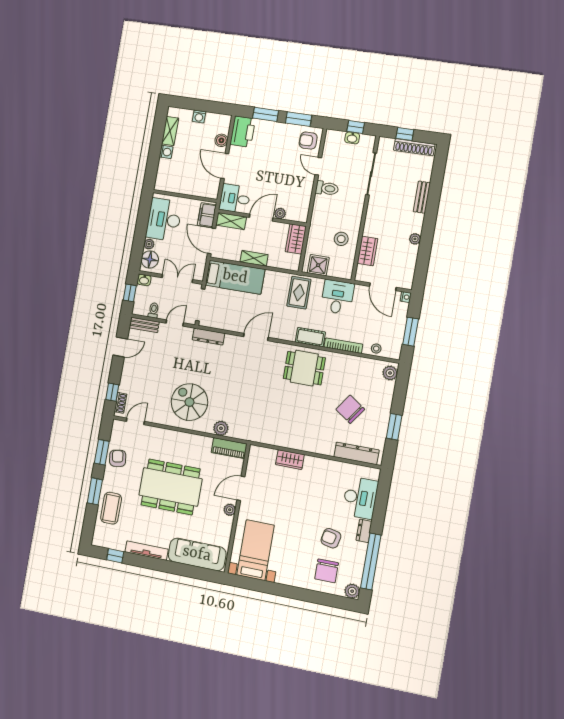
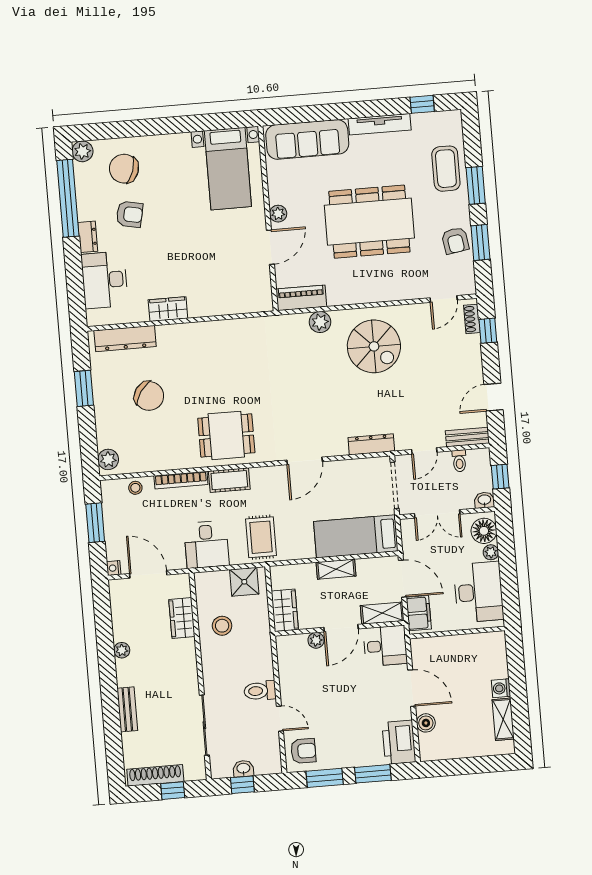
washing machine: (199, 117) -> (467, 749), removed
wardrobe: (290, 460) -> (168, 309), moved
chair: (327, 571) -> (124, 169), turned -71

